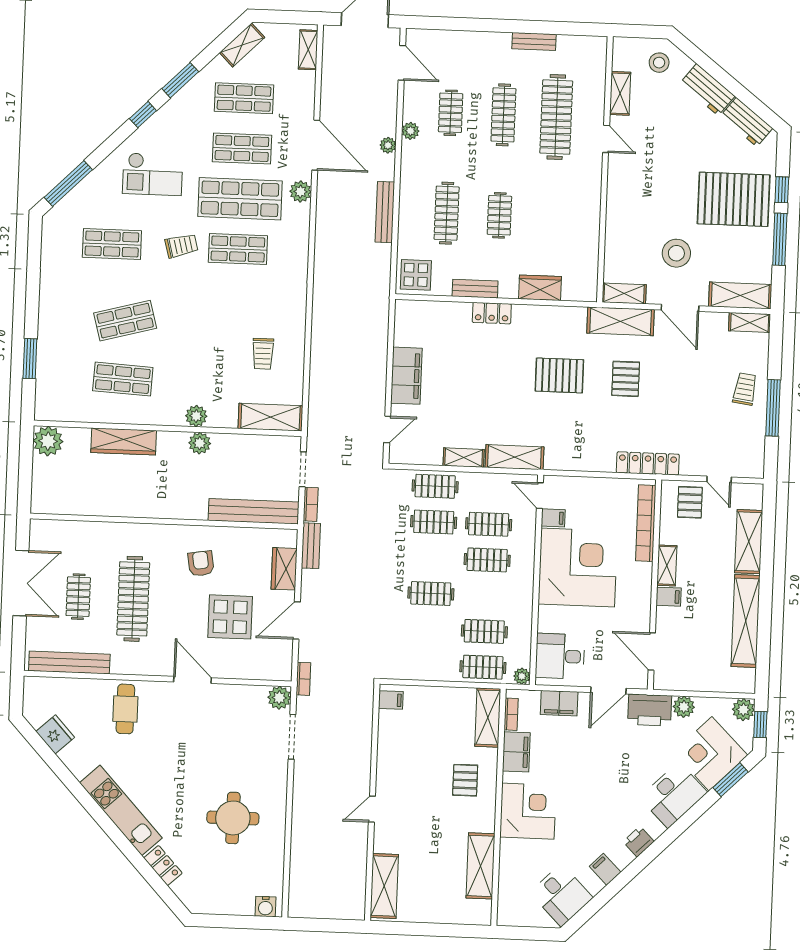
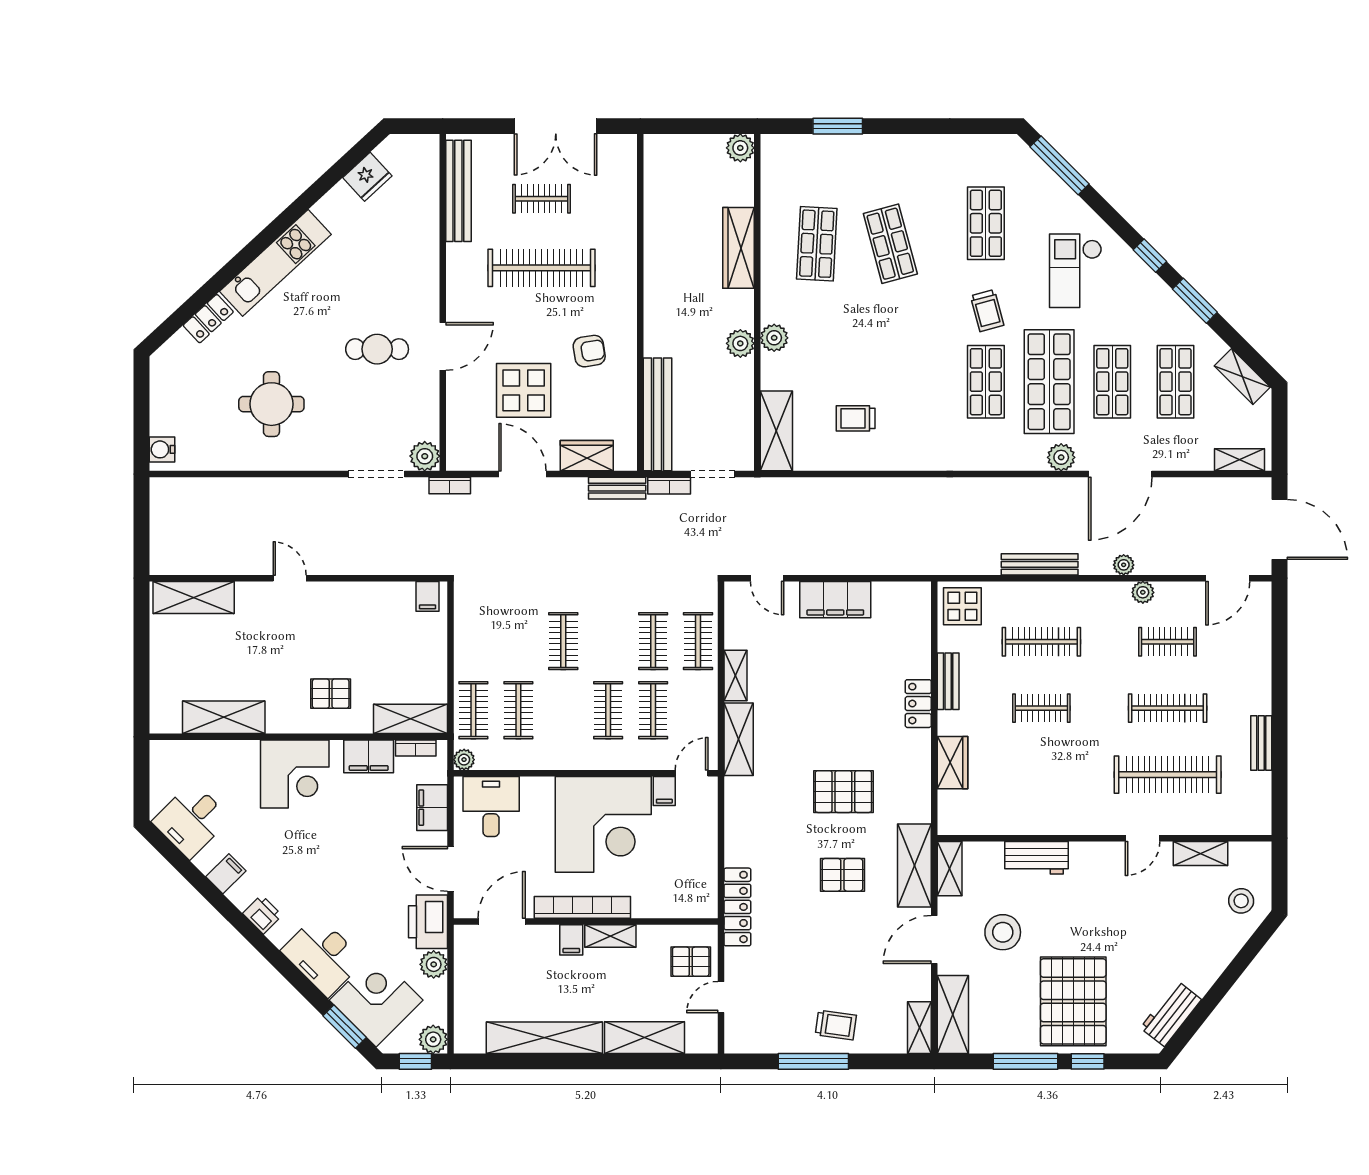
workbench: (707, 90) -> (1037, 858), moved, turned -128
pallet: (559, 375) -> (843, 792), turned 90
plant: (48, 441) -> (740, 148), width x0.73, depth x0.73
bookcase: (646, 523) -> (582, 907), moved
cafe table: (125, 709) -> (377, 349), moved

